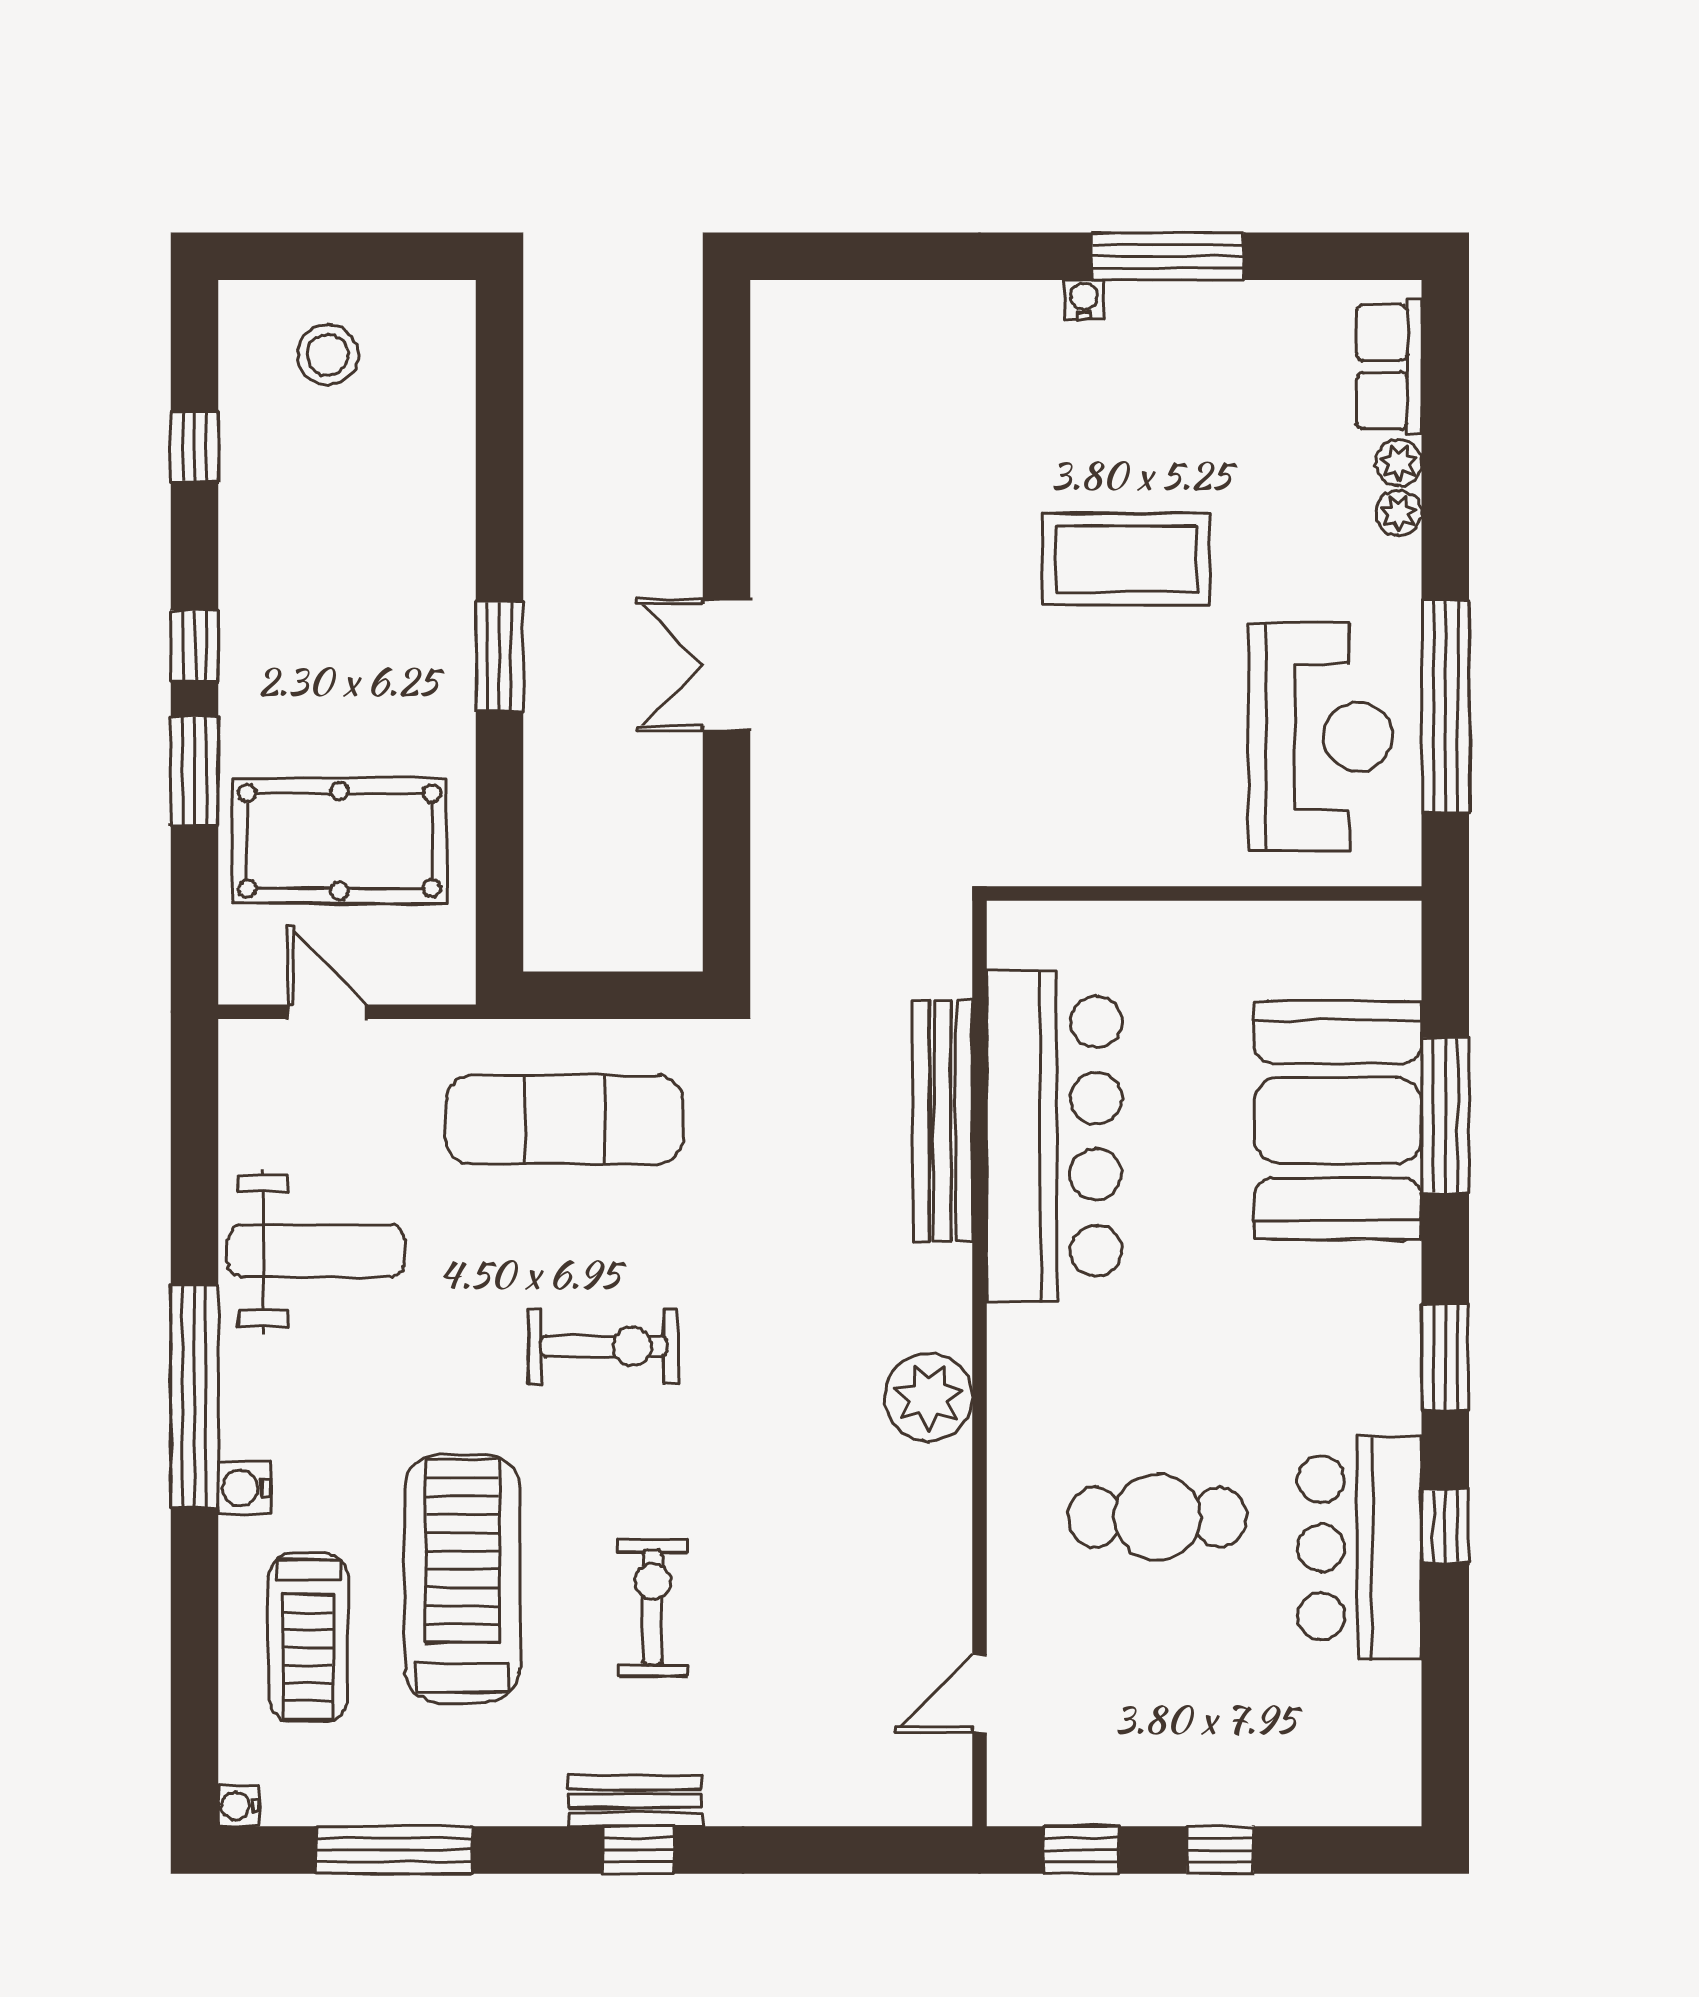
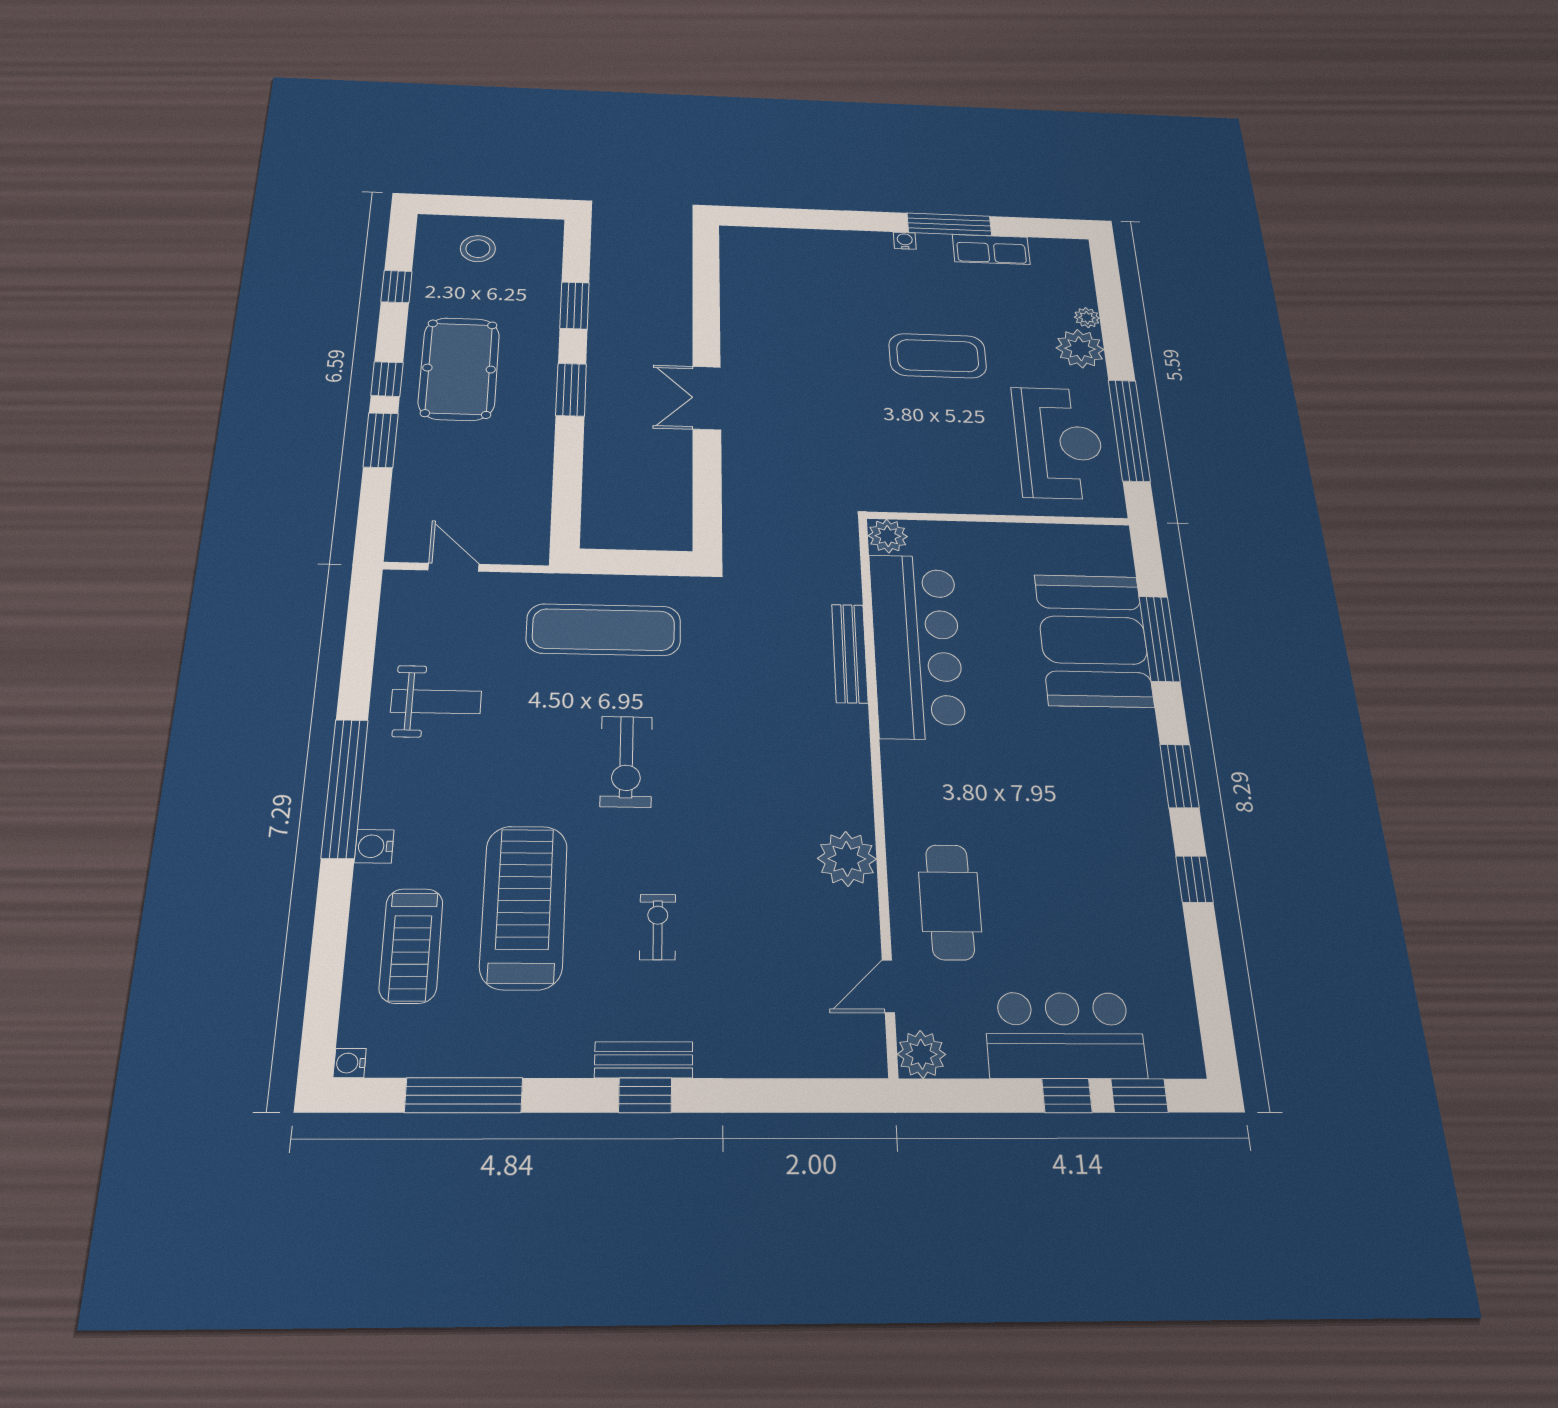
row of seats: (1389, 367) -> (991, 249), moved, turned -90
window: (499, 475) -> (575, 305), added
plant: (1399, 513) -> (1080, 349), width x1.88, depth x1.88
pool table: (340, 841) -> (459, 369), moved, turned 90
plant: (1019, 933) -> (888, 536), added
bench: (942, 1121) -> (850, 653), width x0.73, depth x0.82
weight bench: (317, 1251) -> (436, 702), width x0.73, depth x0.75
exercise bike: (604, 1346) -> (626, 761), turned 90
plant: (929, 1397) -> (847, 859), moved
cafe table: (1157, 1517) -> (950, 902), moved, turned 90
bar counter: (1360, 1548) -> (1065, 1035), moved, turned 90
exercise bike: (653, 1608) -> (658, 927), width x0.73, depth x0.72
plant: (1021, 1792) -> (922, 1054), added
window: (1081, 1850) -> (1139, 1096), moved

